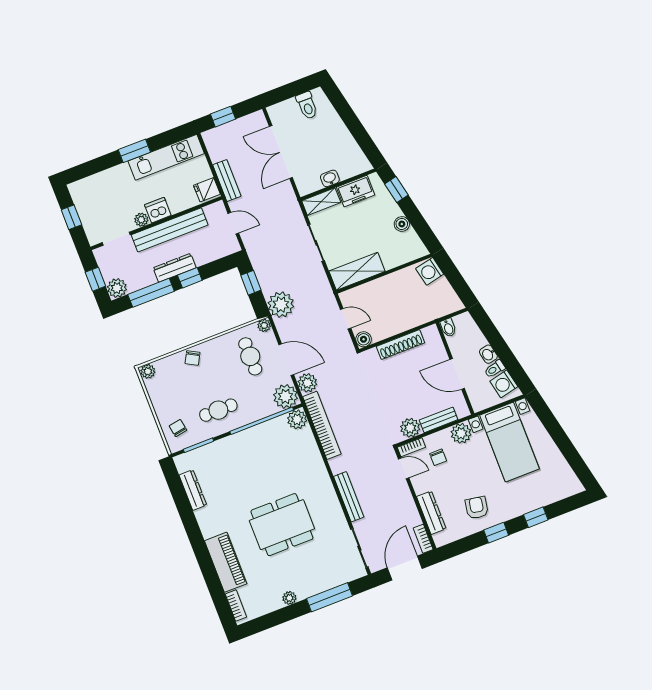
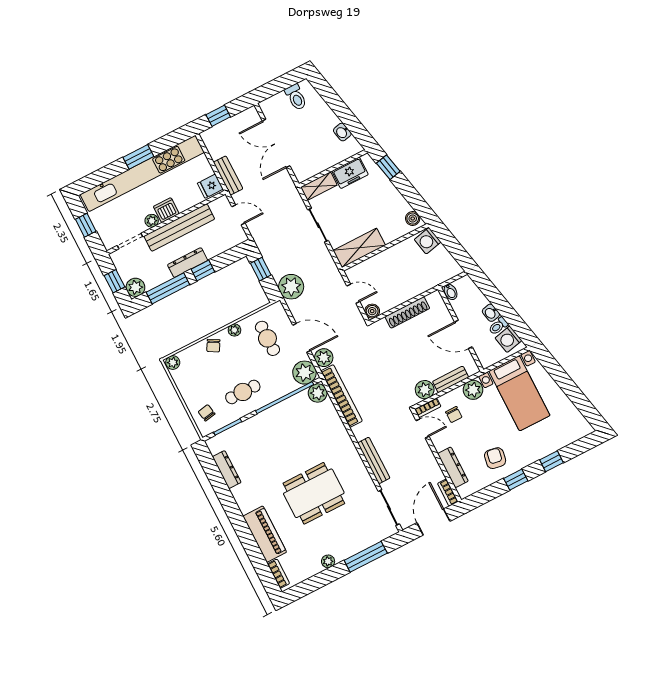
kitchen unit: (166, 157) -> (142, 173), width x1.86
washbasin: (330, 178) -> (342, 132), moved, turned -102
boiler: (402, 224) -> (413, 219), moved
plant: (264, 325) -> (234, 330), moved

